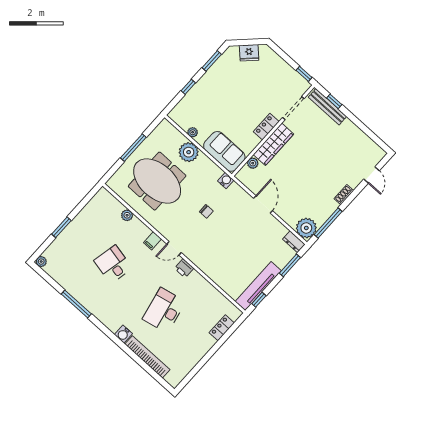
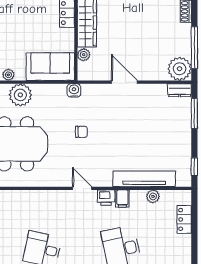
plant: (127, 215) -> (153, 196), moved
filing cabinet: (153, 241) -> (122, 199), moved
door: (174, 248) -> (82, 188), swing flipped
tv unit: (258, 286) -> (144, 179), moved, turned 90

